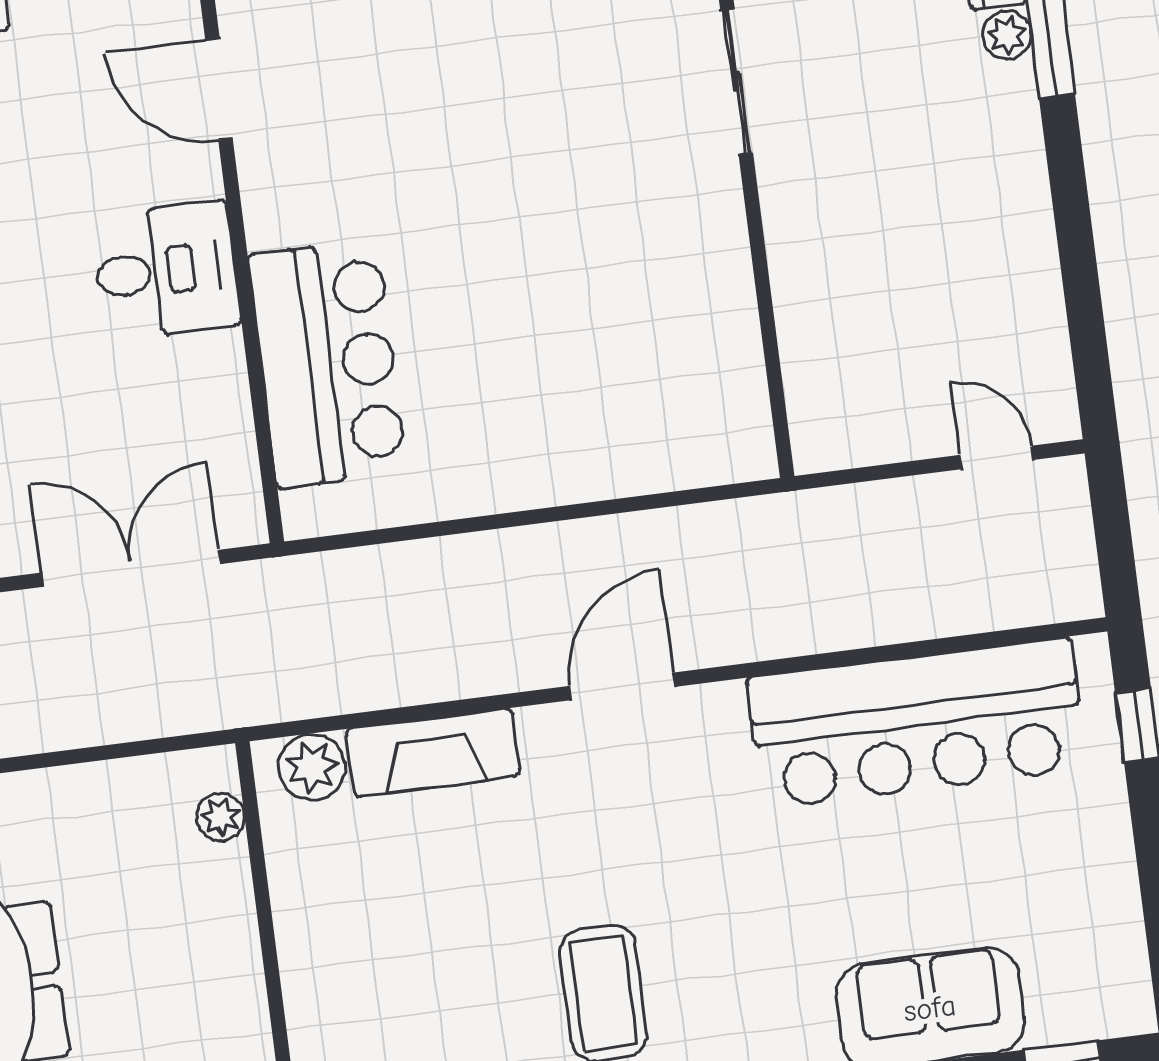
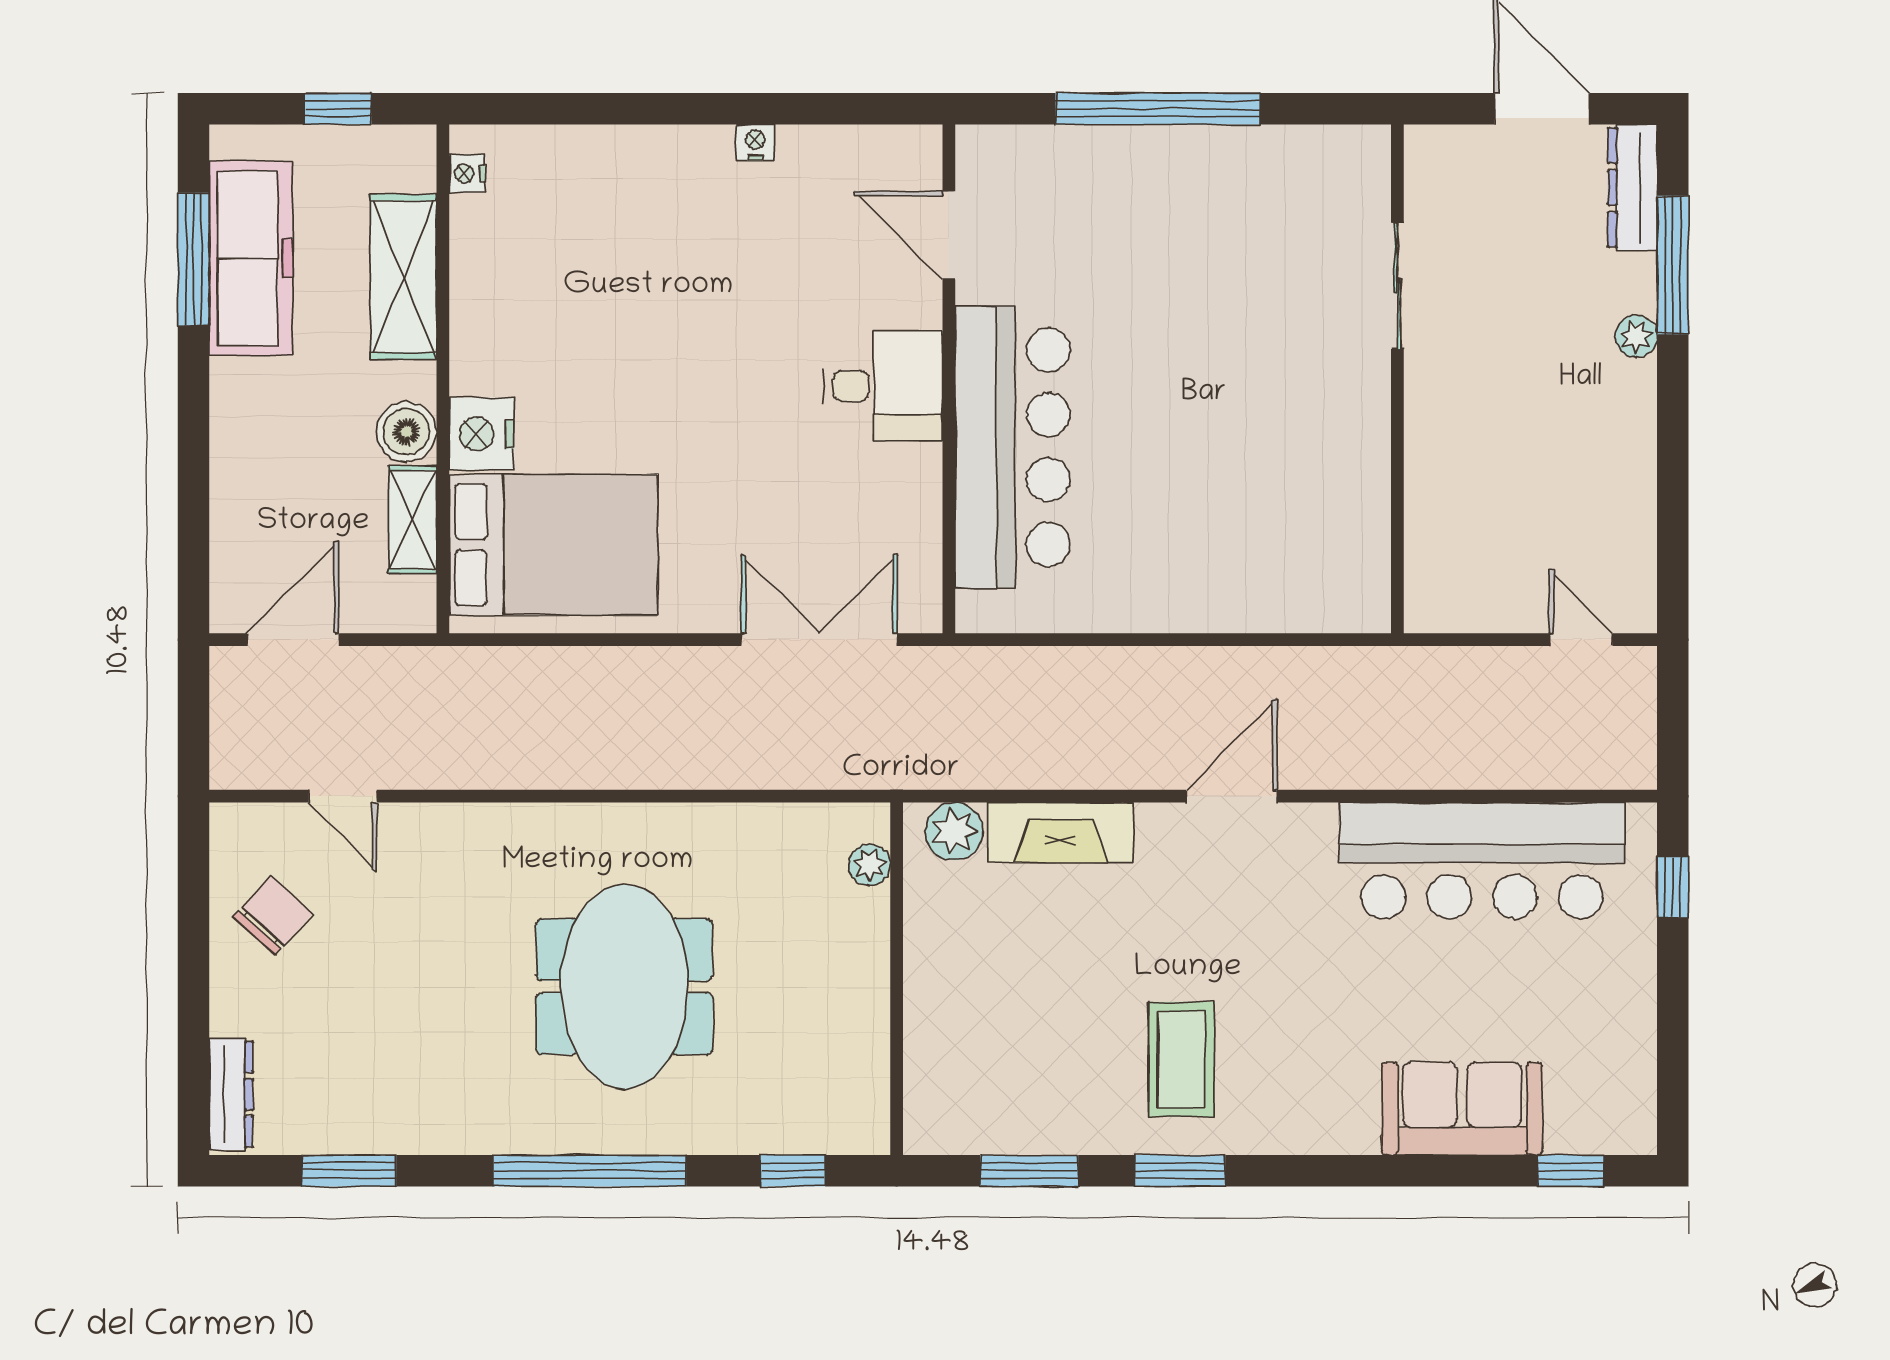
plant: (1007, 35) -> (1636, 336), moved
bar counter: (328, 364) -> (1013, 447), width x1.36

